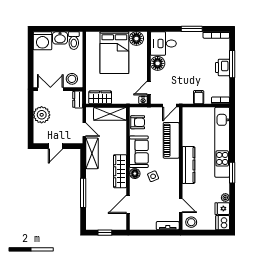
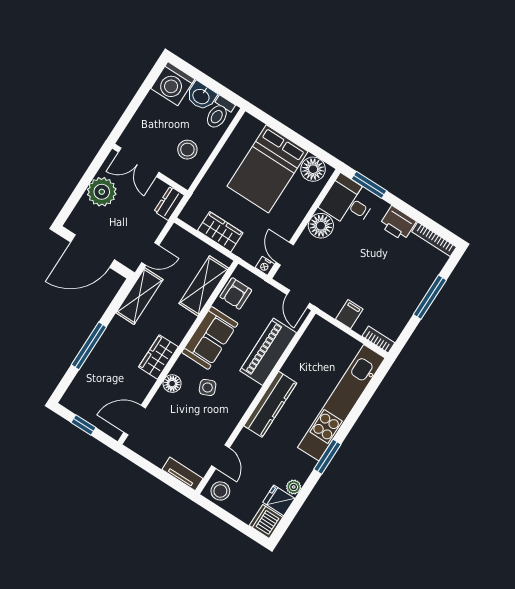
window: (192, 29) -> (369, 185), moved
printer: (222, 67) -> (398, 223), moved, turned -90
stool: (72, 79) -> (187, 150), moved
door: (149, 88) -> (285, 254), hinge flipped
double door: (50, 89) -> (139, 162), swing flipped
wardrobe: (100, 97) -> (220, 232), moved
door: (169, 106) -> (298, 299), hinge flipped
shelving: (110, 114) -> (204, 286), moved, turned 90
armchair: (138, 122) -> (236, 293), turned 90
door: (84, 130) -> (150, 254), hinge flipped
door: (55, 146) -> (92, 251), width x1.87
wardrobe: (120, 171) -> (158, 357), width x0.67
floor lamp: (135, 174) -> (172, 384), moved
door: (128, 204) -> (135, 420), moved

